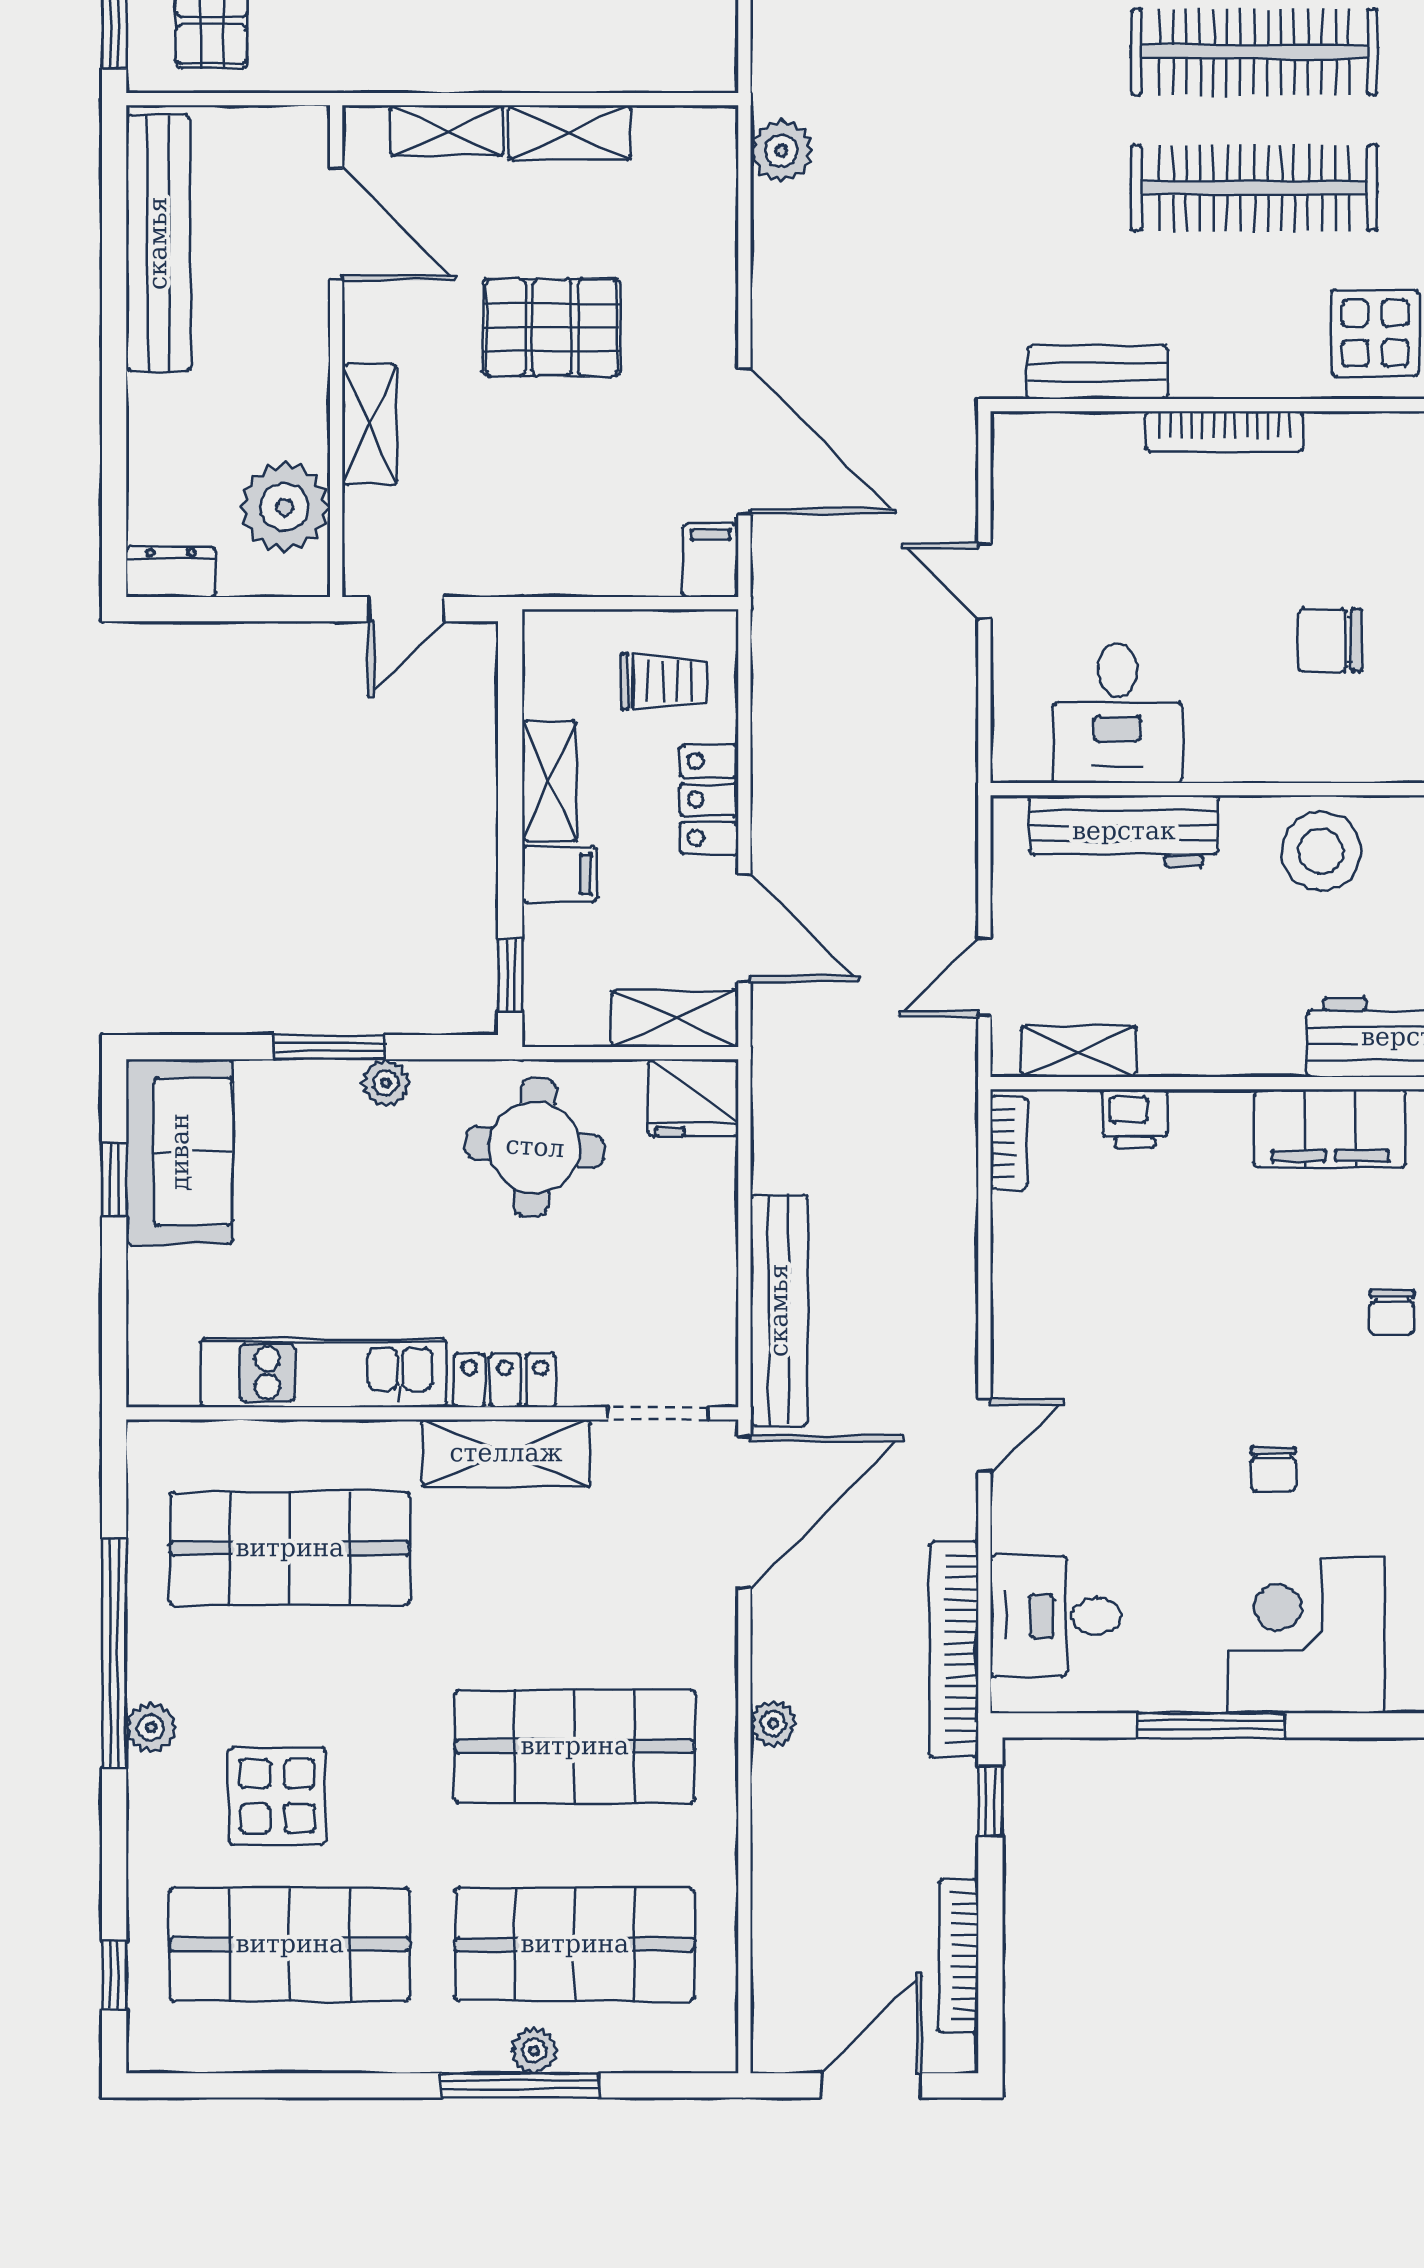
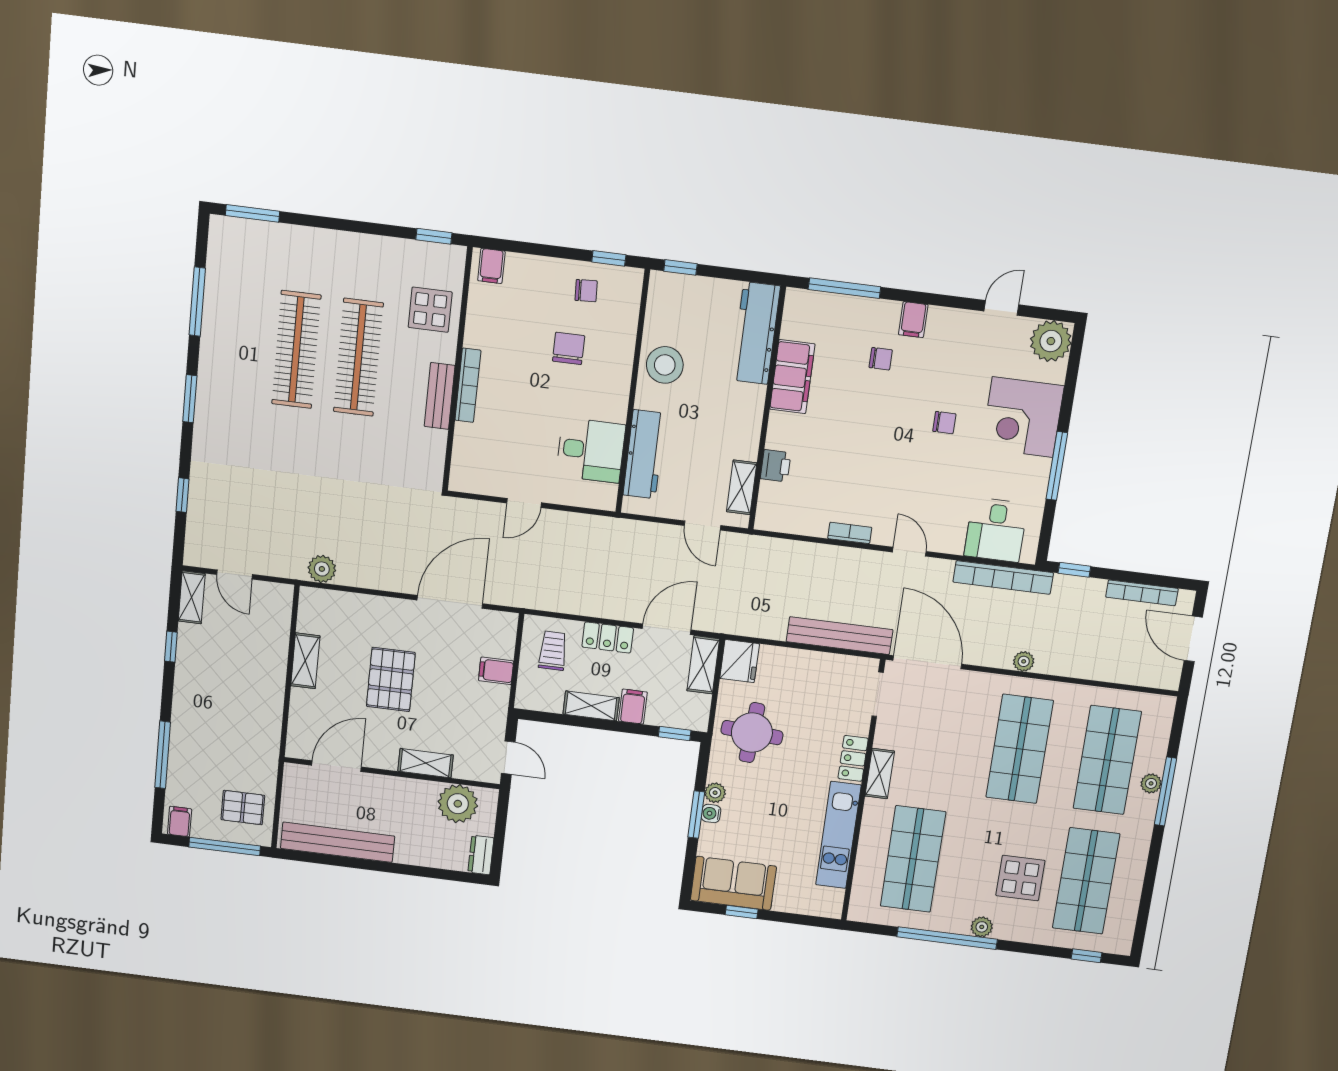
shelving: (447, 131) -> (300, 714), removed
bench: (1097, 372) -> (440, 396), moved
filing cabinet: (711, 560) -> (496, 671), moved
chair: (1330, 640) -> (569, 348), turned 180
water cooler: (336, 1080) -> (711, 813), added
bookcase: (1009, 1143) -> (850, 533), moved
shelving: (506, 1453) -> (880, 774), width x0.67, depth x0.75

